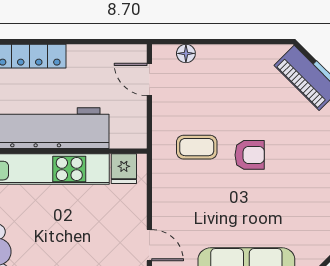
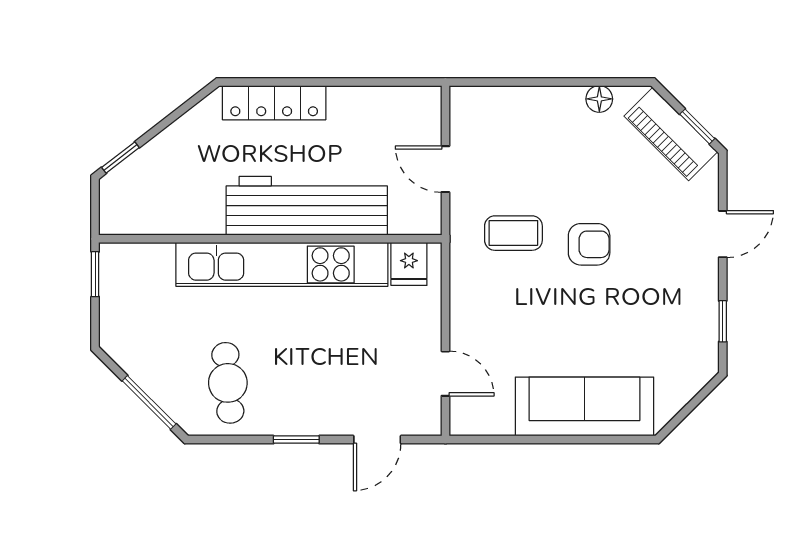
floor lamp: (186, 53) -> (599, 99), moved
door: (149, 79) -> (445, 169), moved

